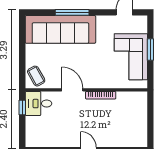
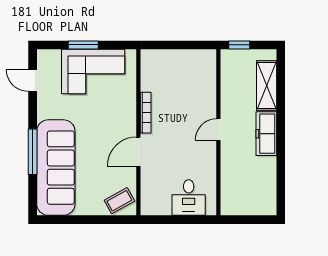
desk: (38, 104) -> (189, 198), moved
window: (22, 108) -> (162, 220), removed

